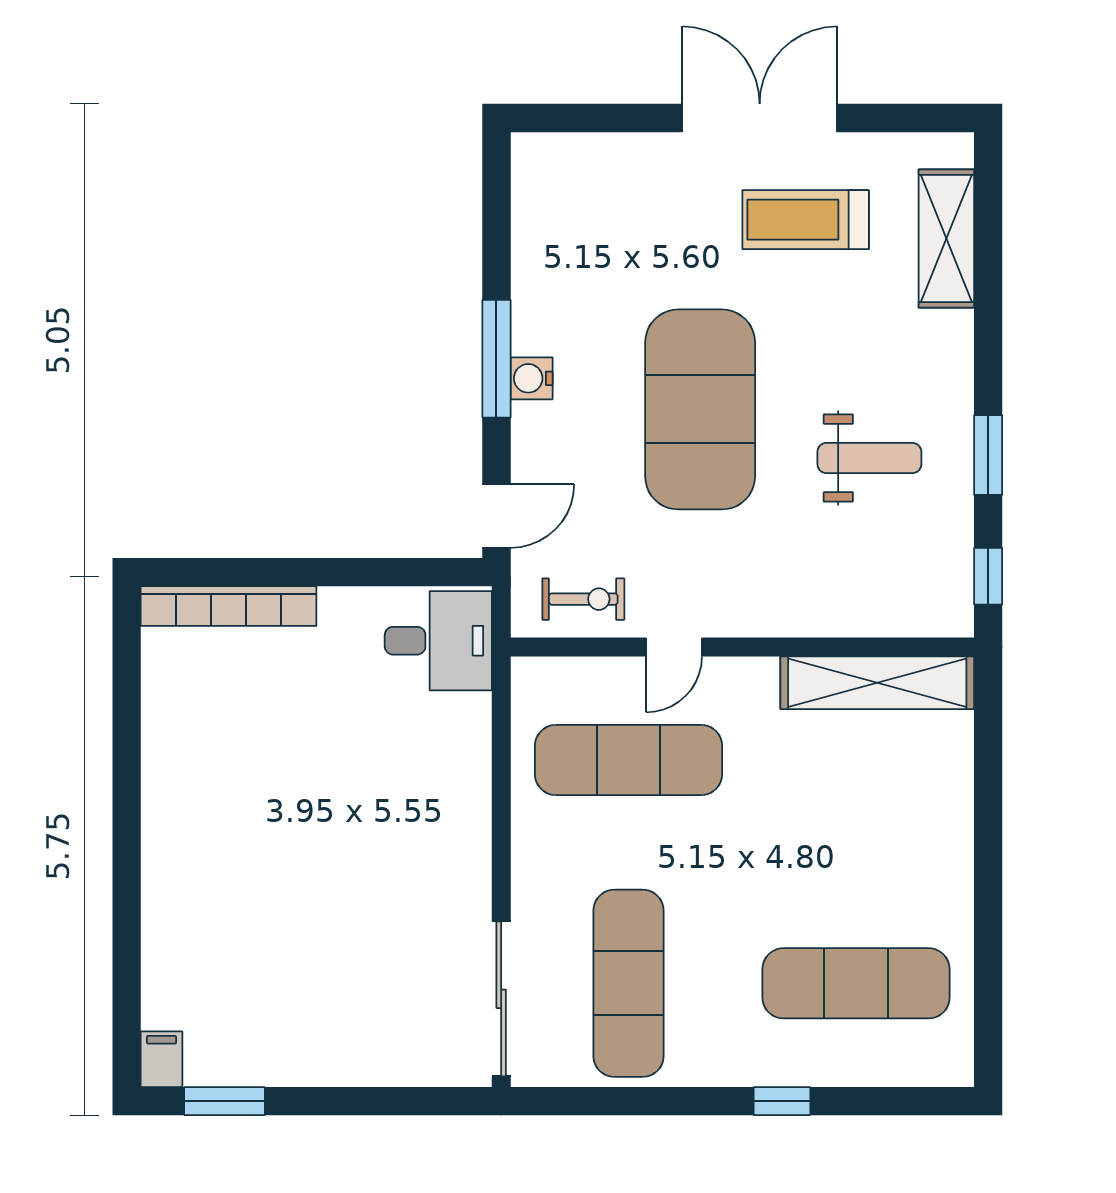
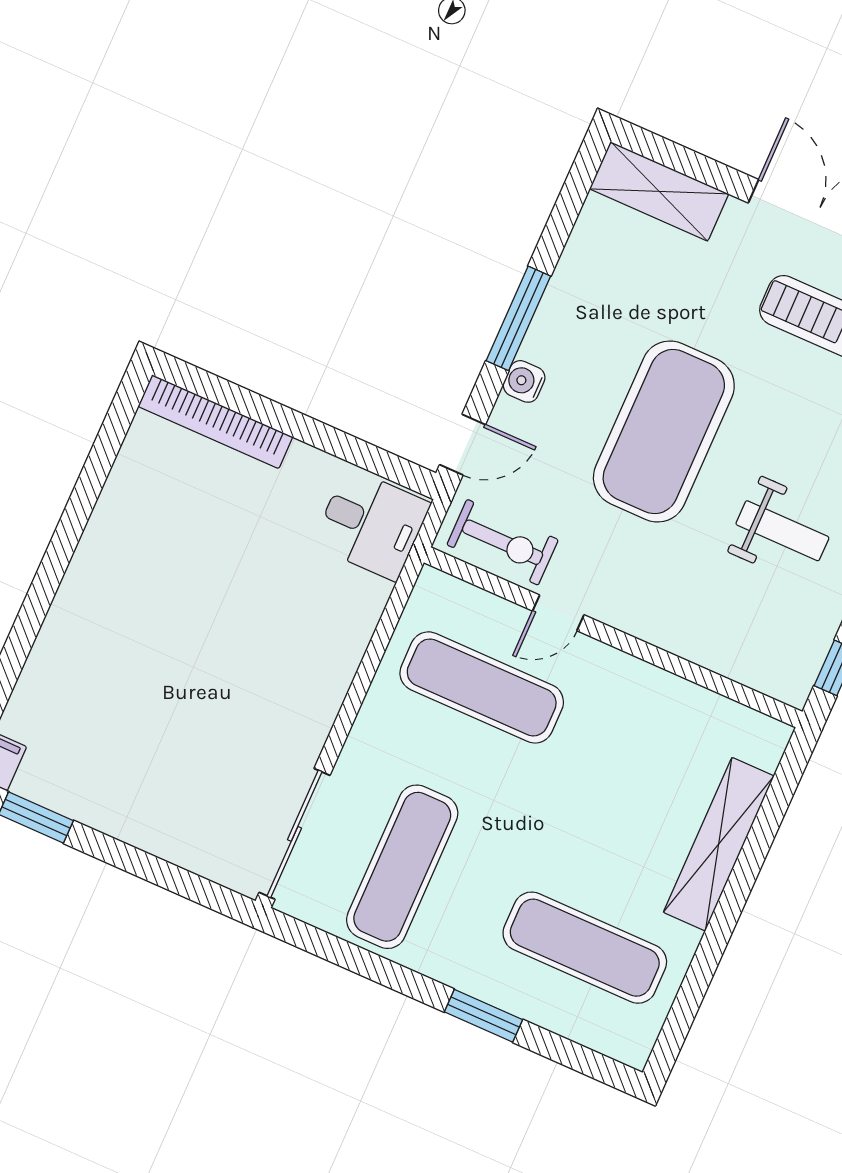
shelving: (584, 162) -> (659, 191), added
water cooler: (532, 378) -> (524, 381), moved
exercise bike: (583, 599) -> (503, 542), width x1.38, depth x1.39
shelving: (877, 683) -> (719, 844), moved, turned 90
window: (782, 1101) -> (483, 1016), width x1.50

